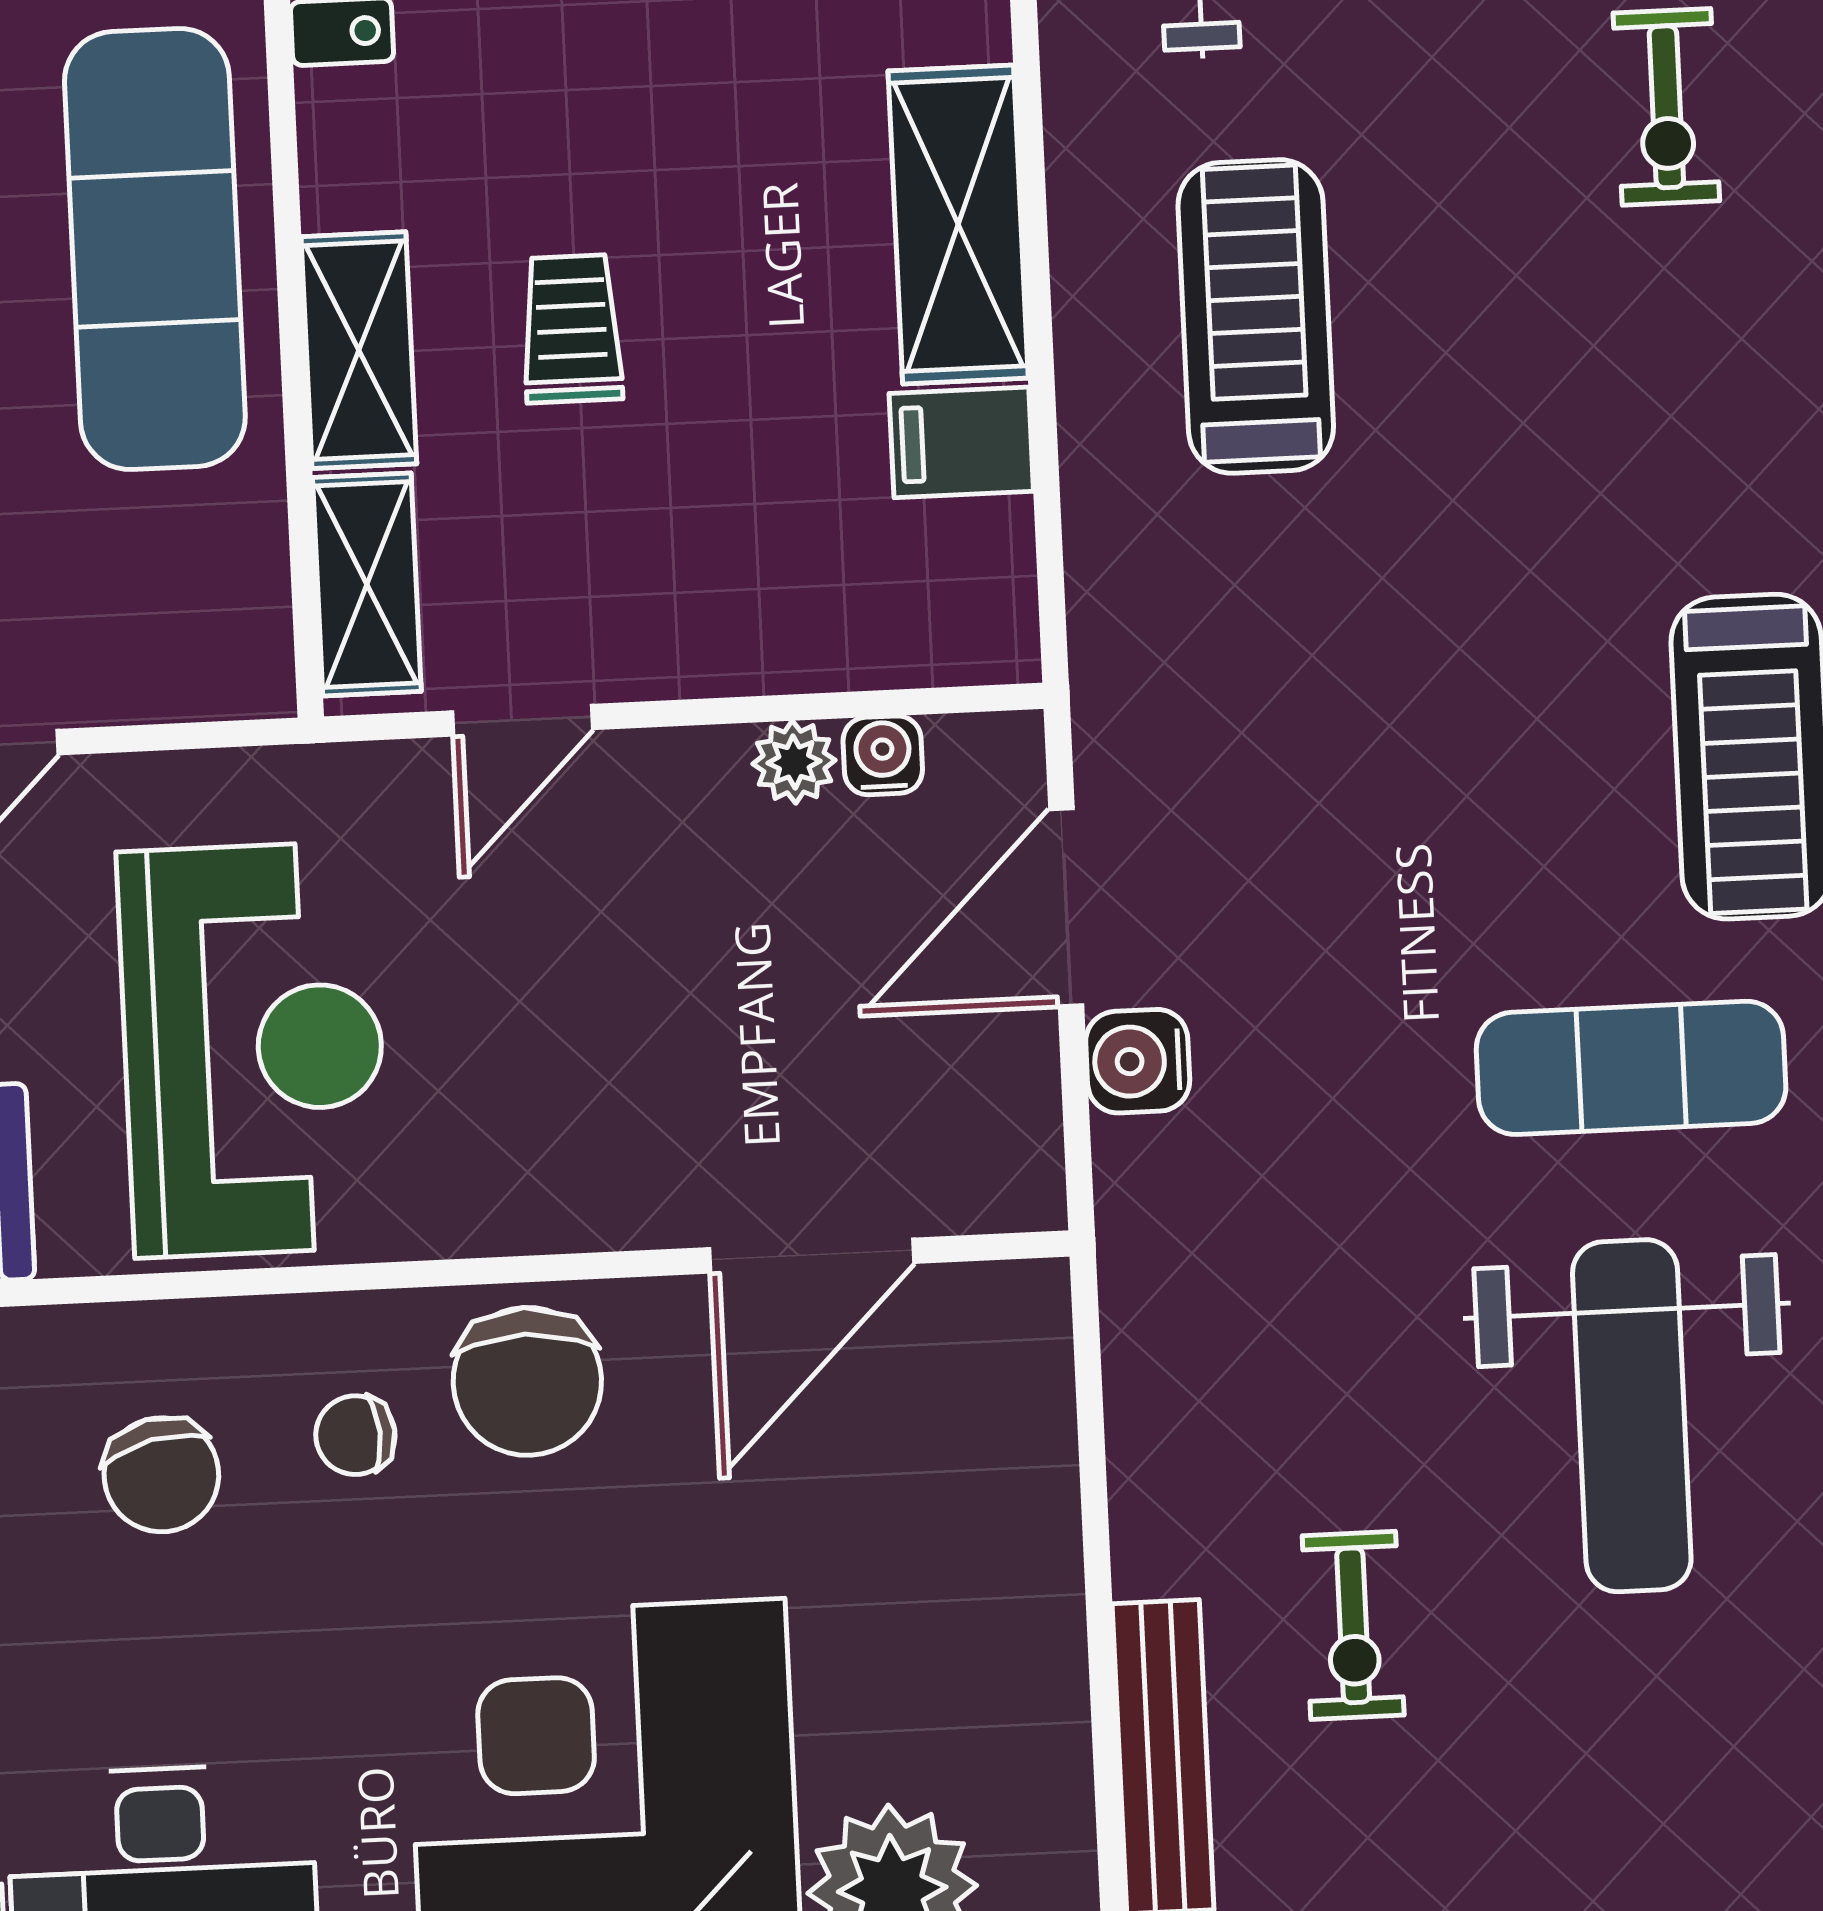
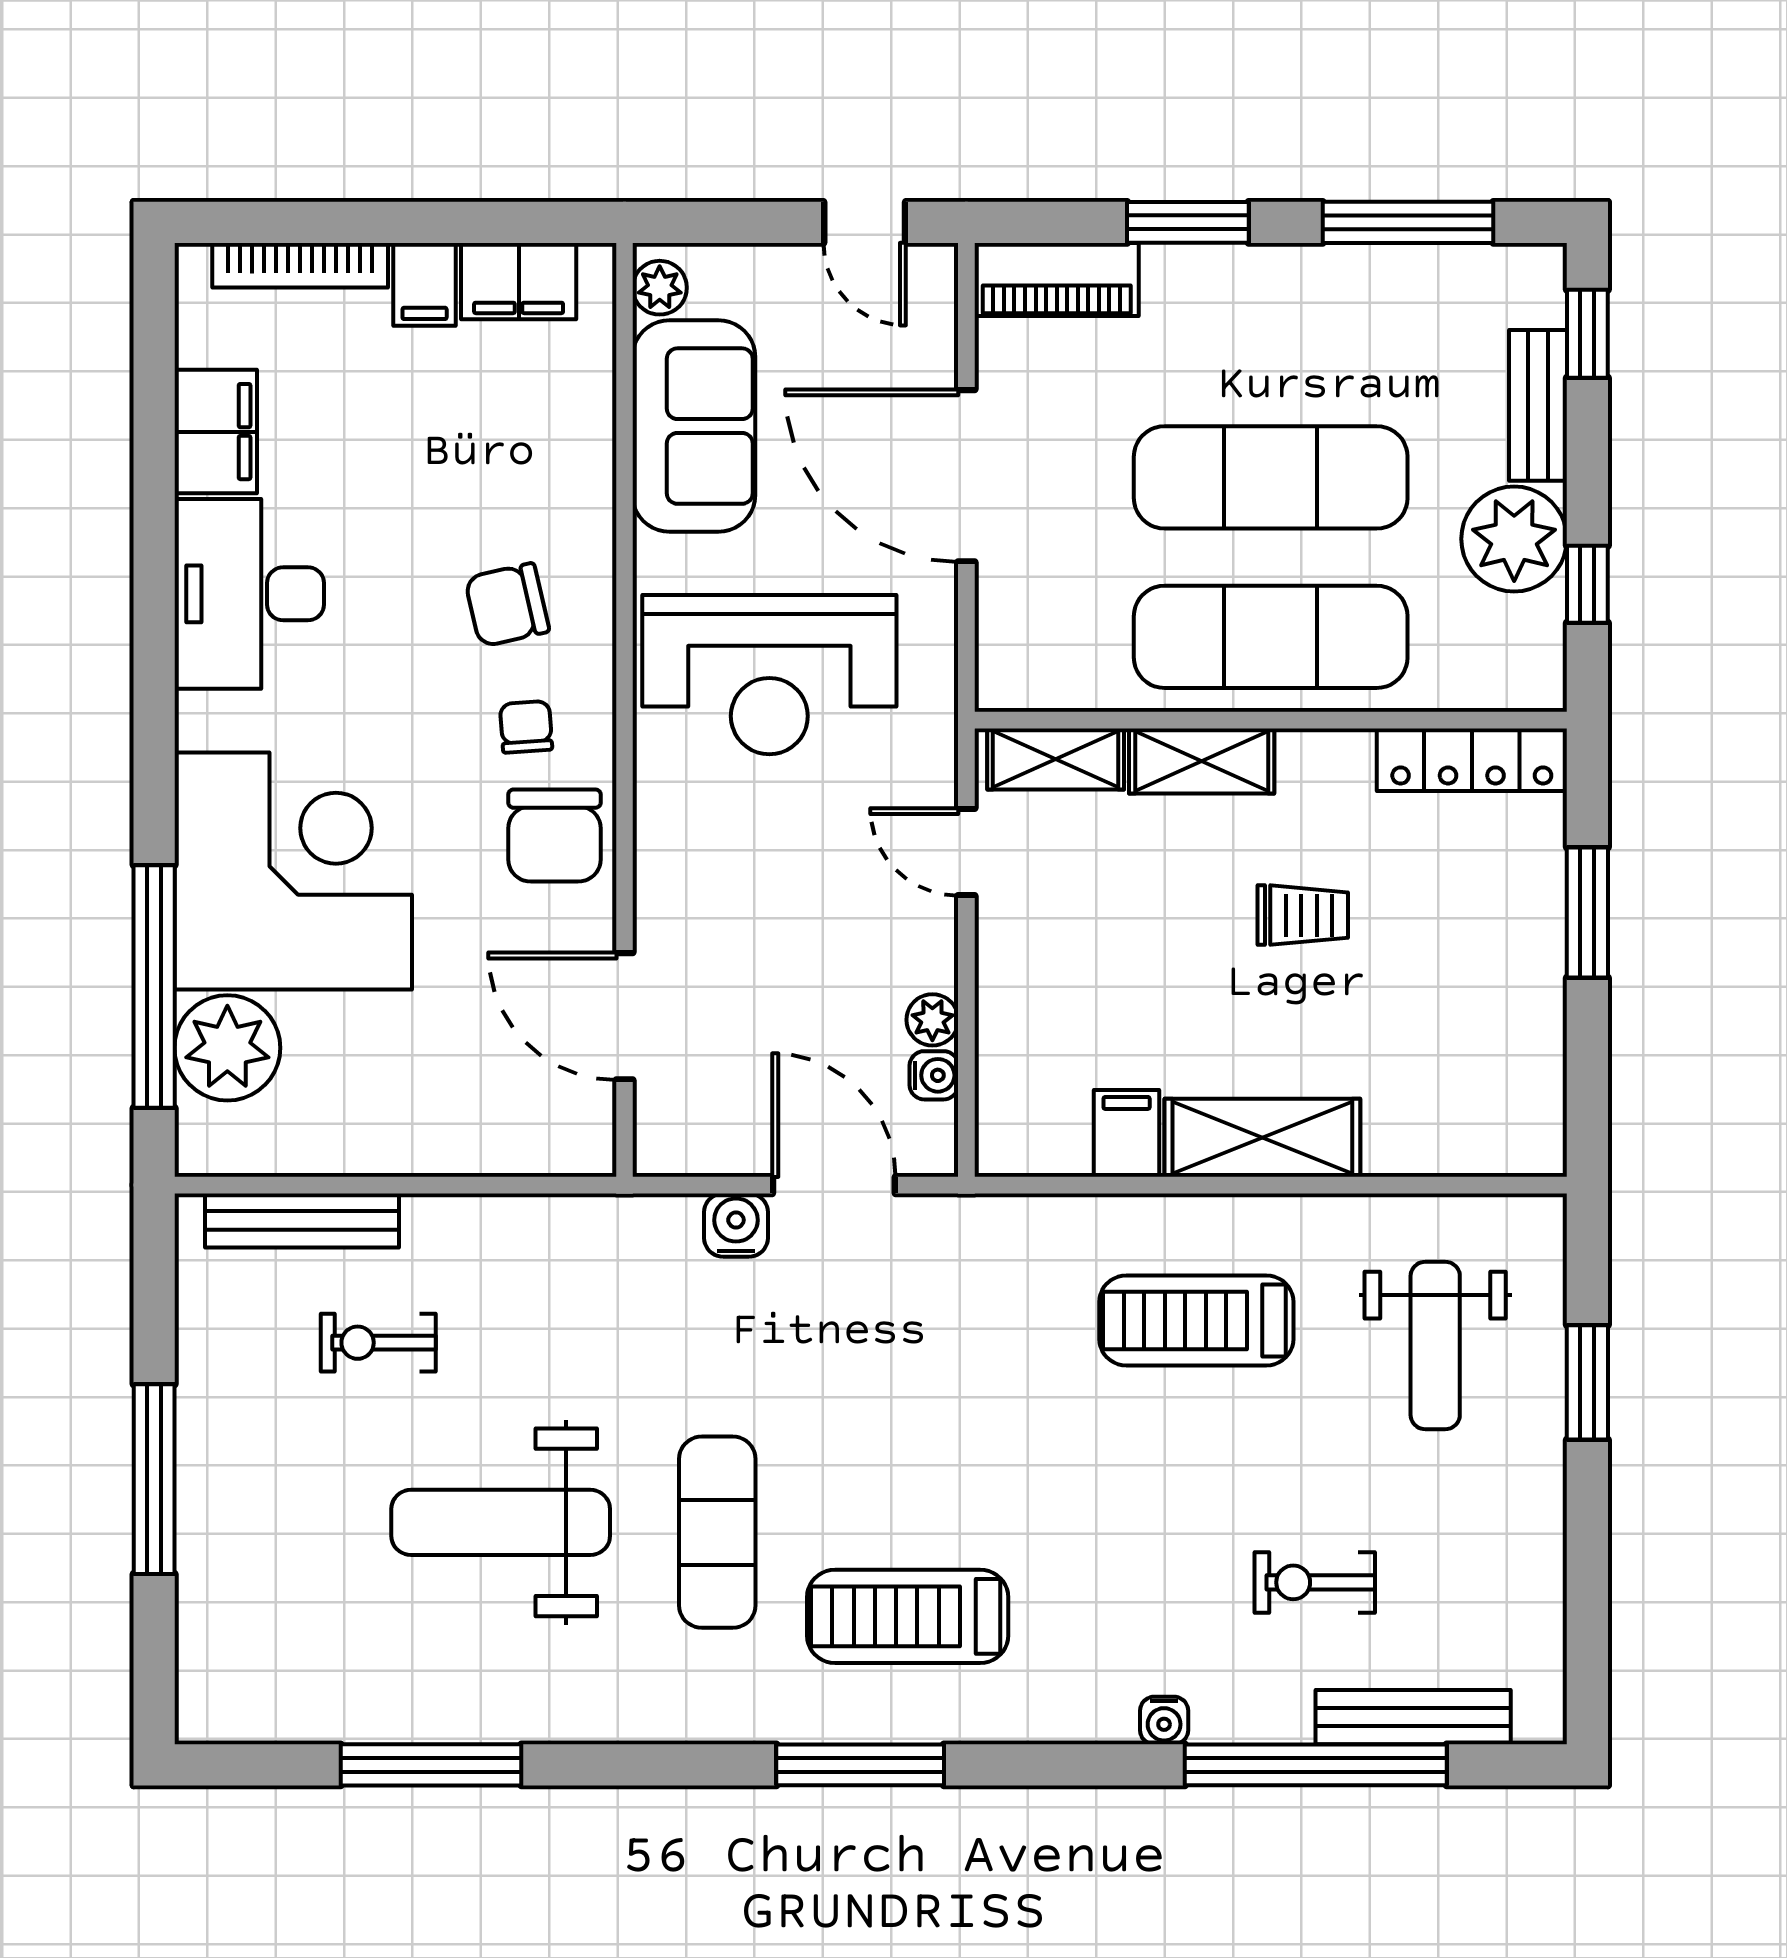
treadmill: (1256, 316) -> (1196, 1320), turned 180
trolley: (572, 329) -> (1303, 915), moved
chair: (527, 1381) -> (554, 836), turned -90

